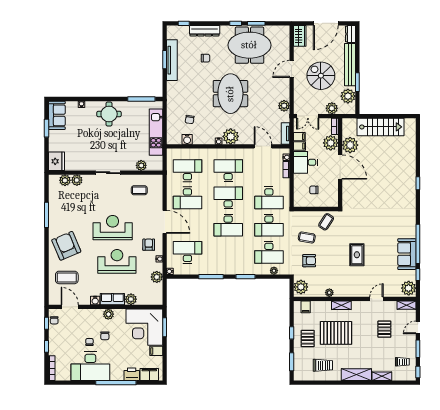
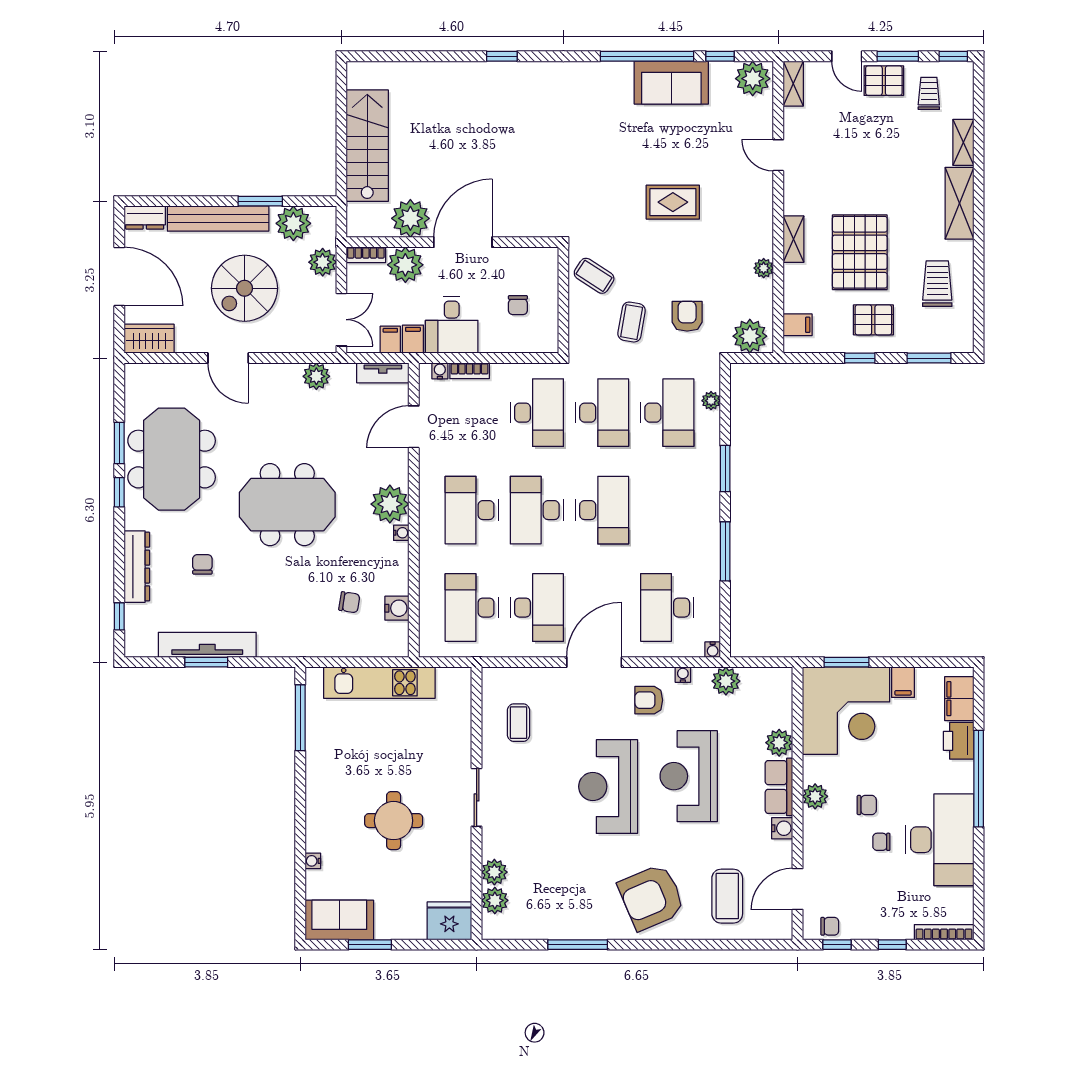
round table: (109, 114) -> (394, 821), moved
plant: (141, 165) -> (459, 718), removed
pallet: (384, 329) -> (884, 81), moved

